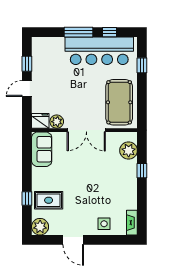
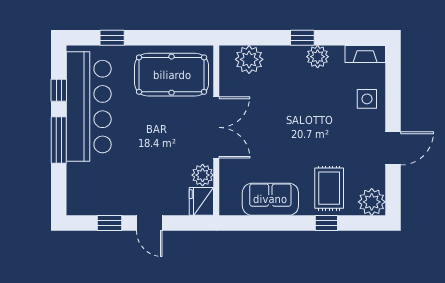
sofa: (42, 149) -> (270, 199), moved
window: (142, 171) -> (302, 38), moved
plant: (130, 193) -> (318, 57), added

